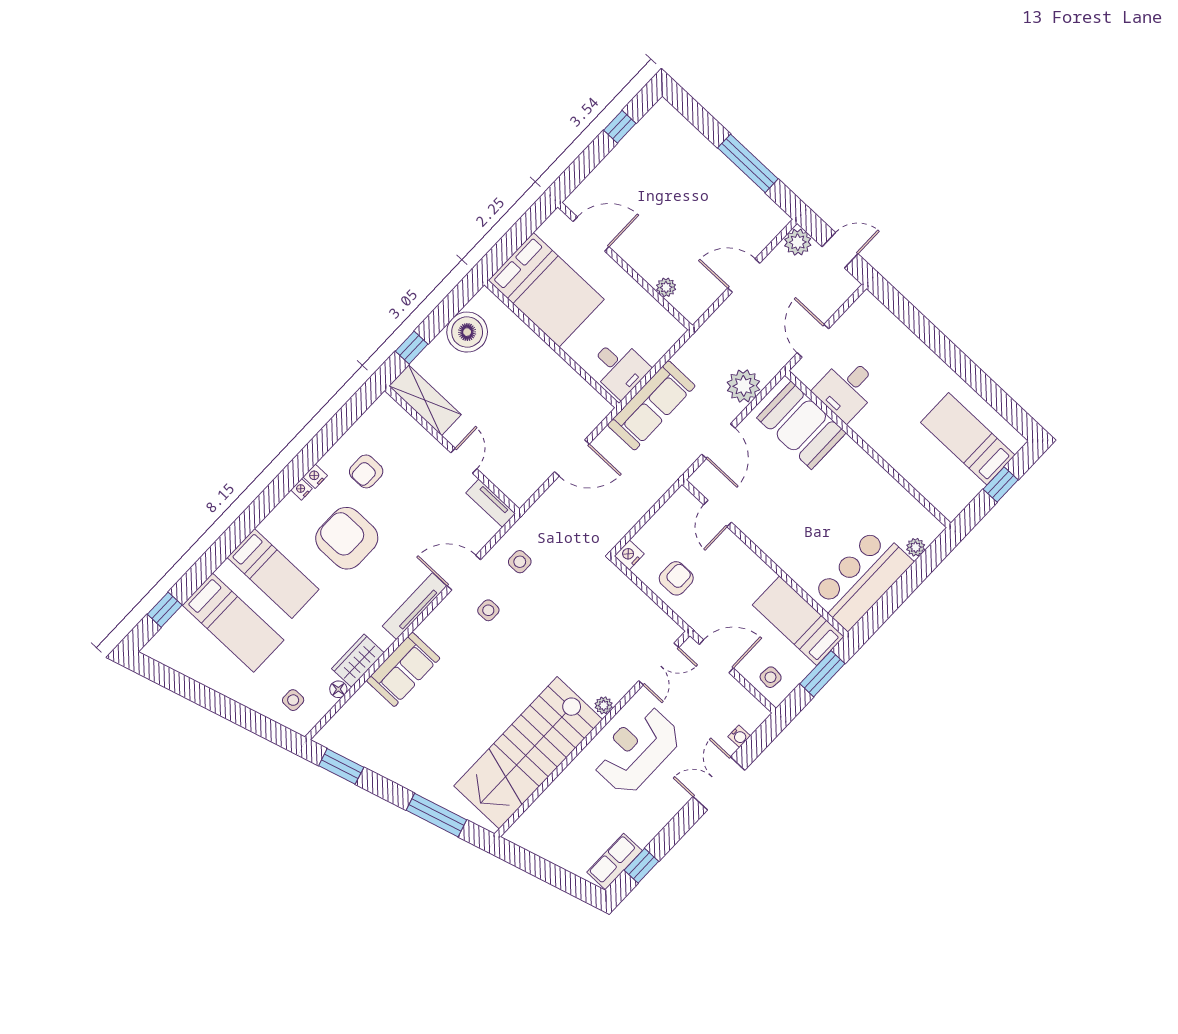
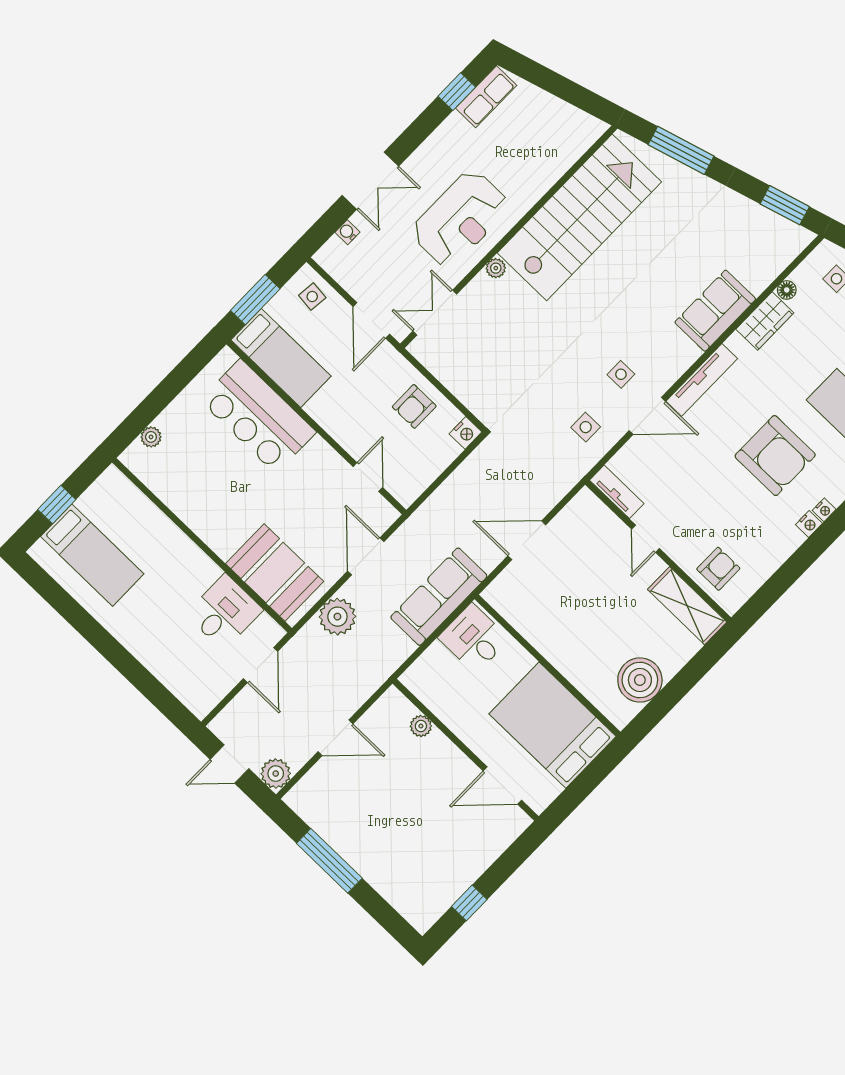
window: (412, 348) -> (701, 664), removed
armchair: (366, 471) -> (718, 569), moved
bar counter: (862, 579) -> (258, 416), moved, turned 90
door: (716, 656) -> (371, 320), hinge flipped

